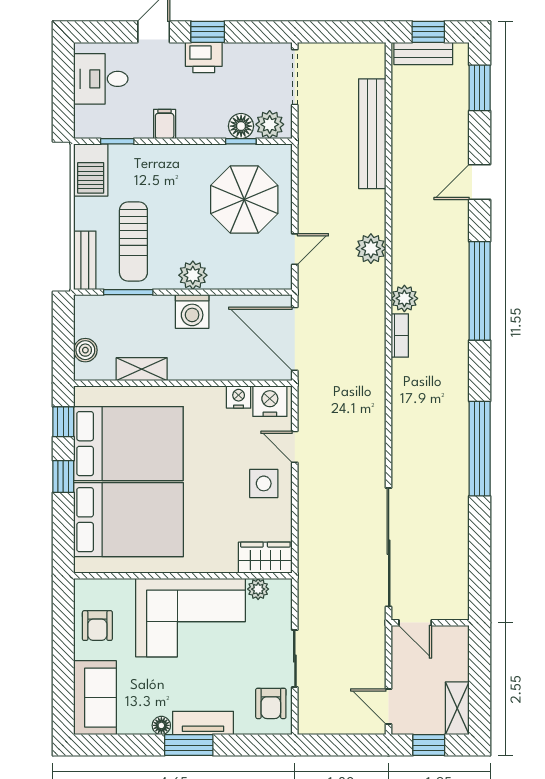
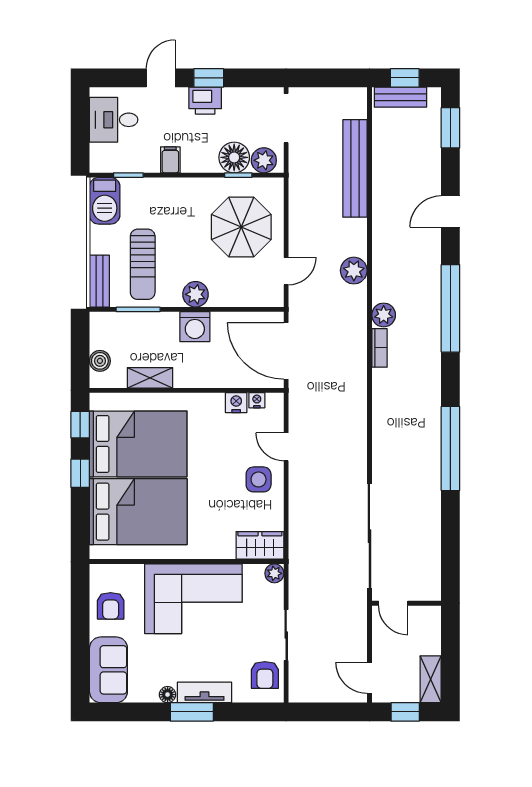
floor lamp: (241, 126) -> (234, 157), width x1.38, depth x1.38
nightstand: (270, 401) -> (257, 400), width x0.53, depth x0.56
plant: (258, 589) -> (274, 573), moved

